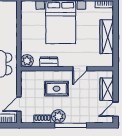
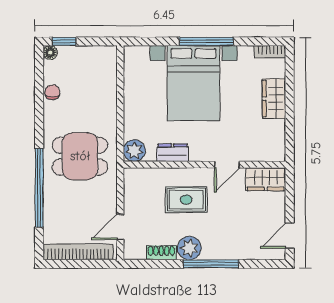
wardrobe: (107, 37) -> (274, 99), width x0.67
wardrobe: (107, 89) -> (266, 179), moved, turned -90

